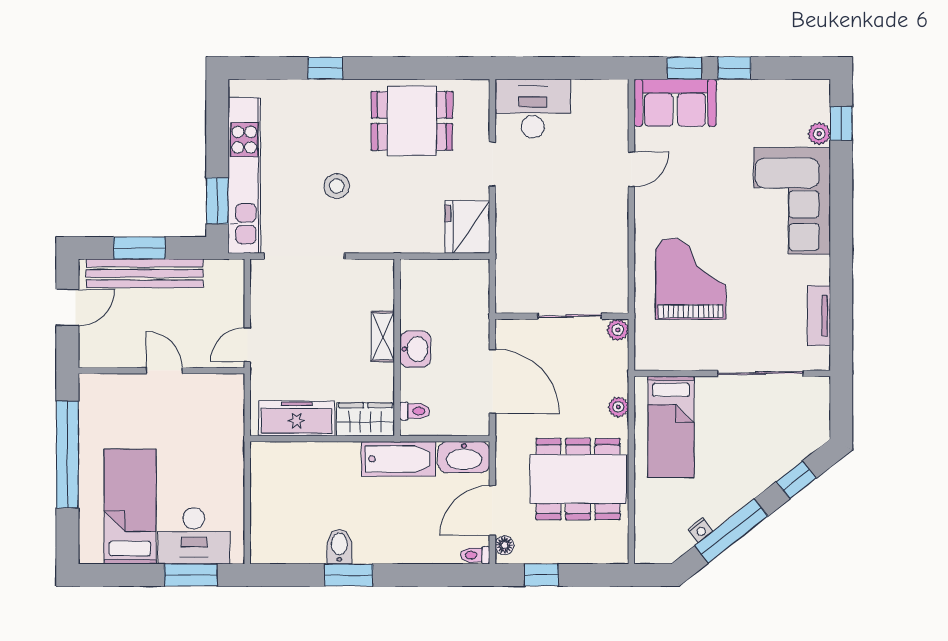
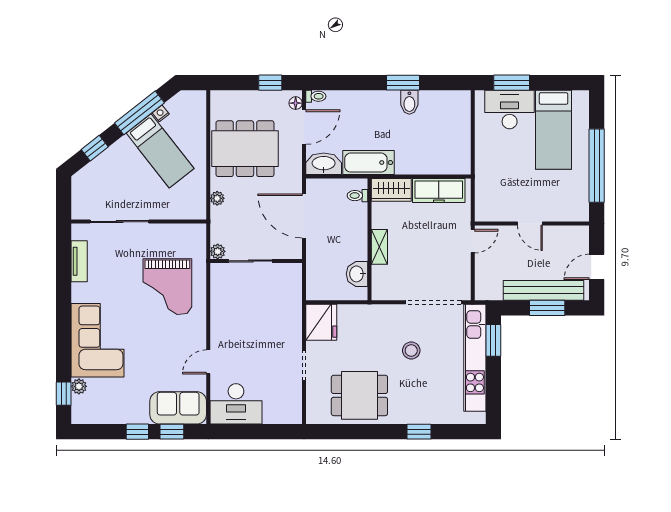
desk: (533, 109) -> (236, 404), moved
washbasin: (415, 349) -> (357, 274), moved
bed: (671, 427) -> (160, 151), moved, turned 142

